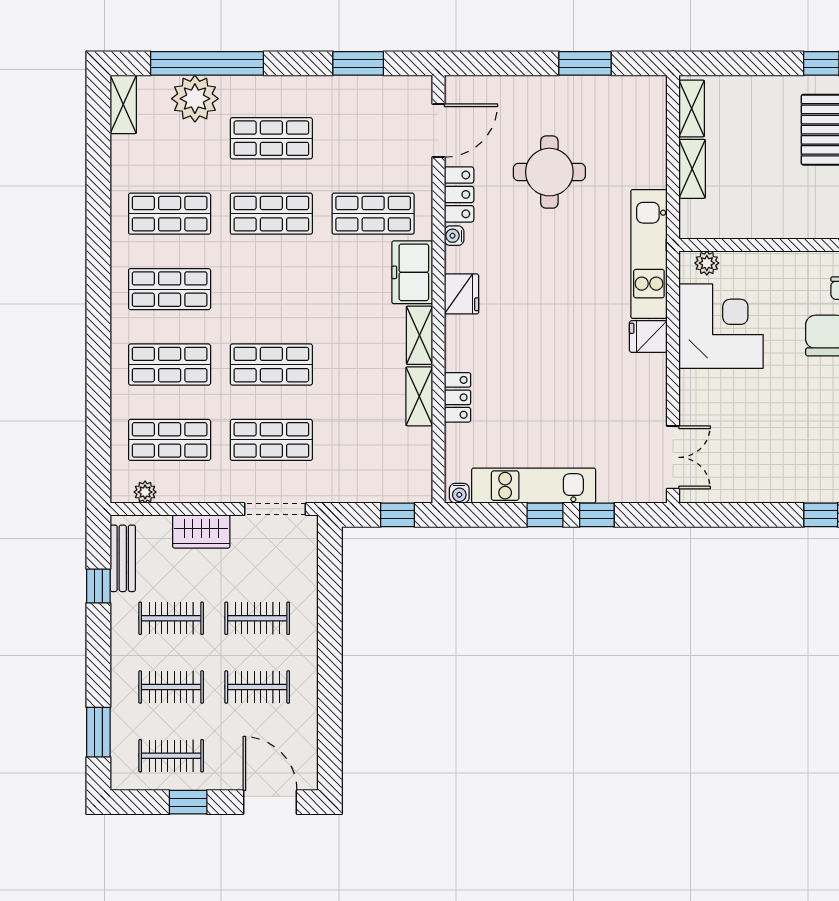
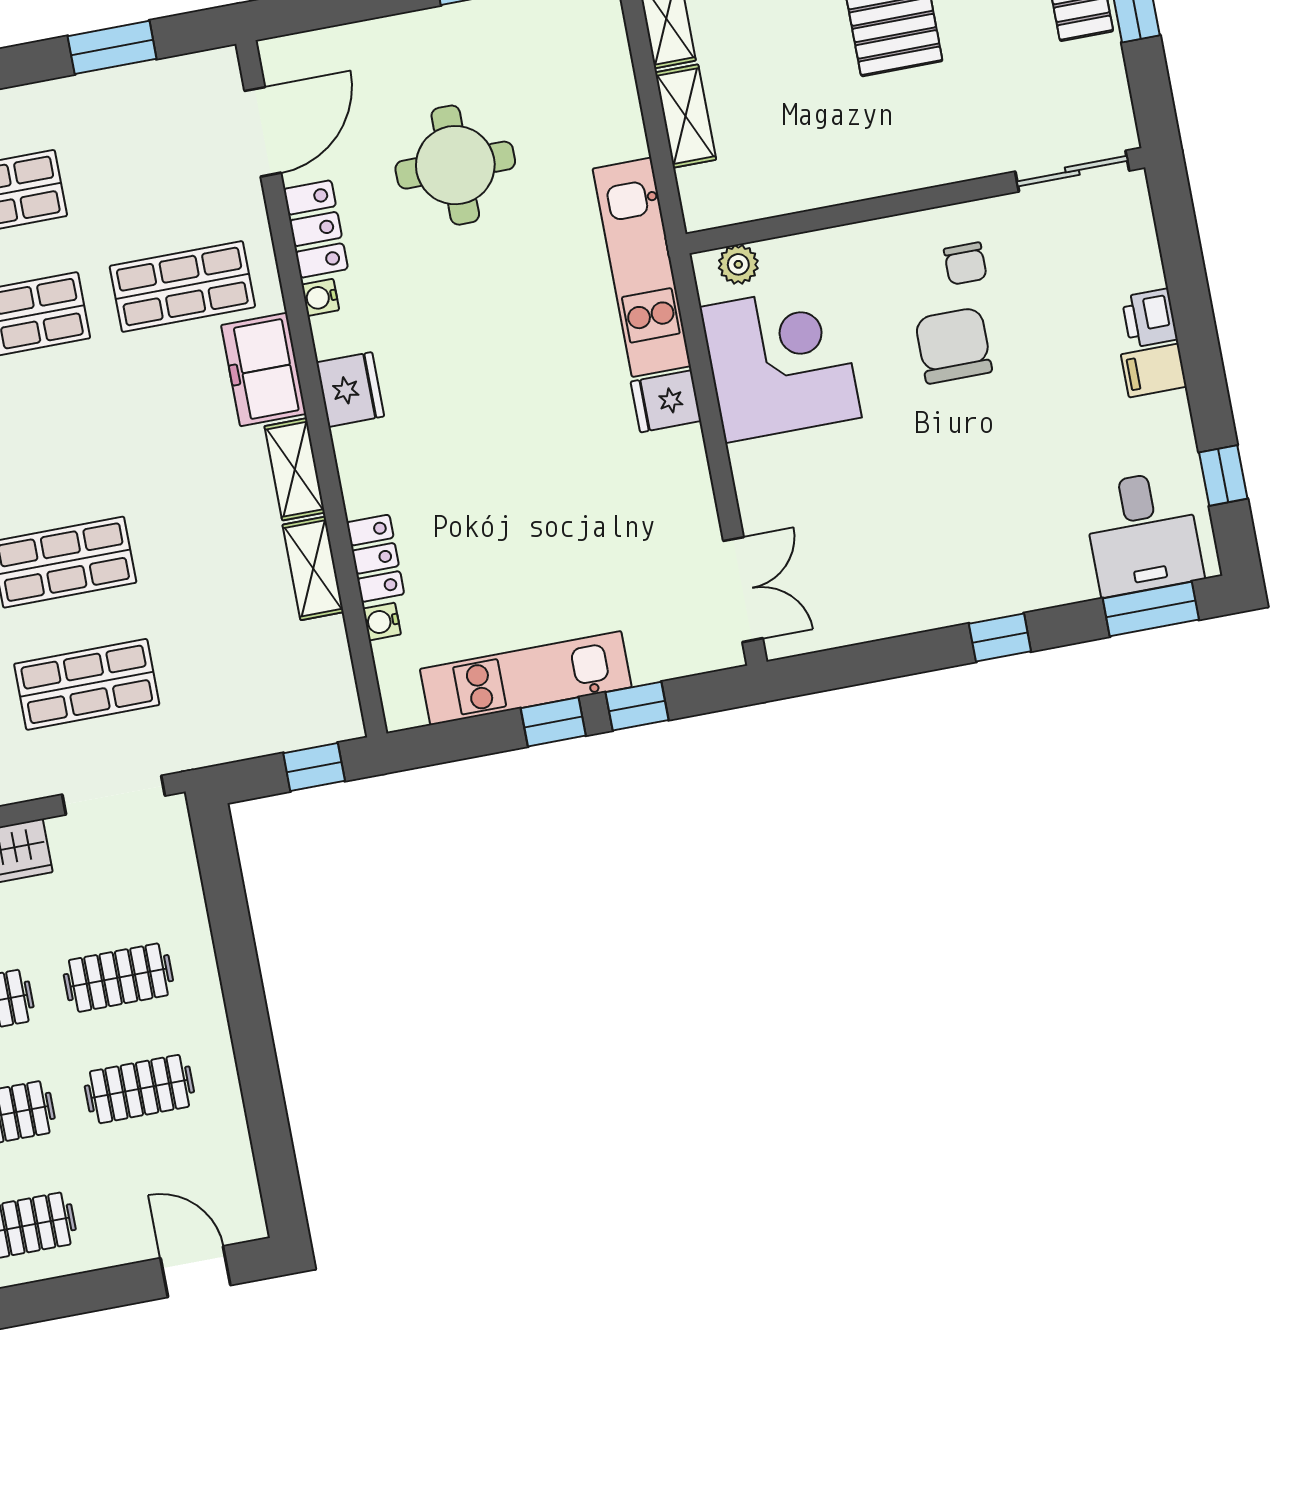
water cooler: (459, 493) -> (382, 622), moved, turned 90
window: (188, 802) -> (63, 1297), removed
door: (270, 802) -> (195, 1272), width x0.73

